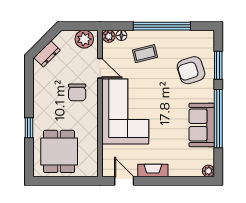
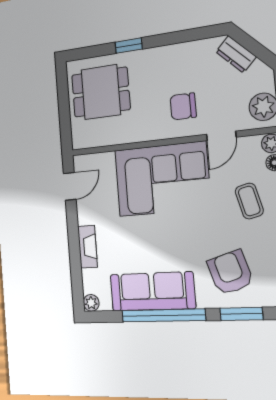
sofa: (202, 125) -> (152, 291), width x1.36
fireplace: (153, 171) -> (88, 247), moved

